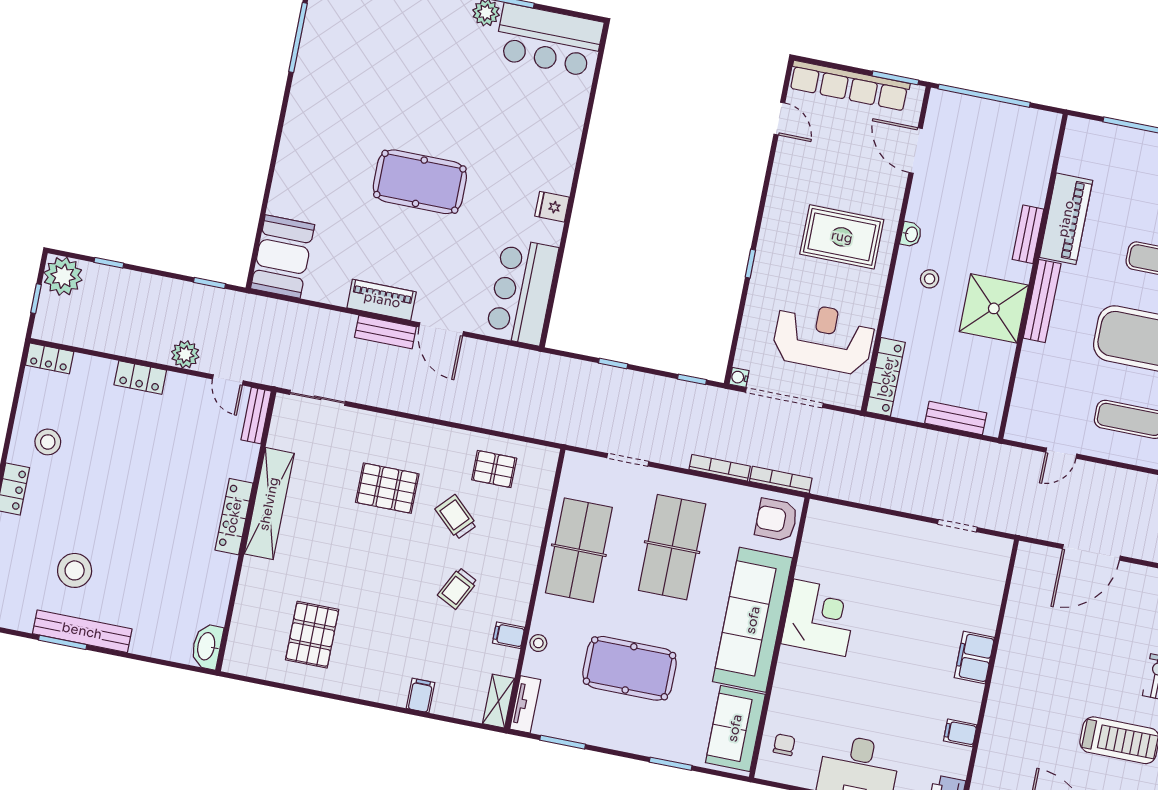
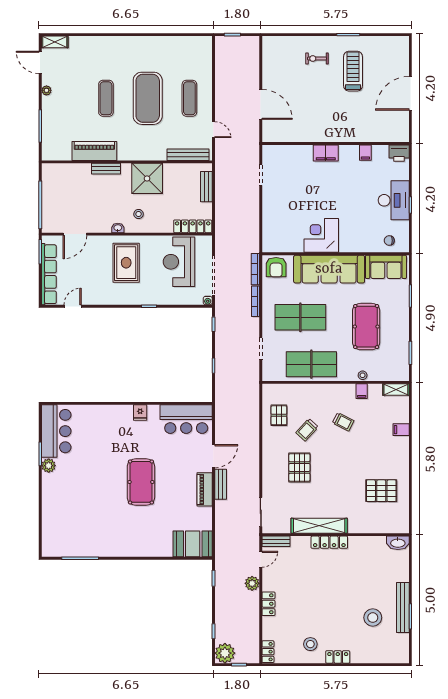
bench: (1042, 301) -> (188, 155), moved
tv unit: (525, 704) -> (395, 376), removed

